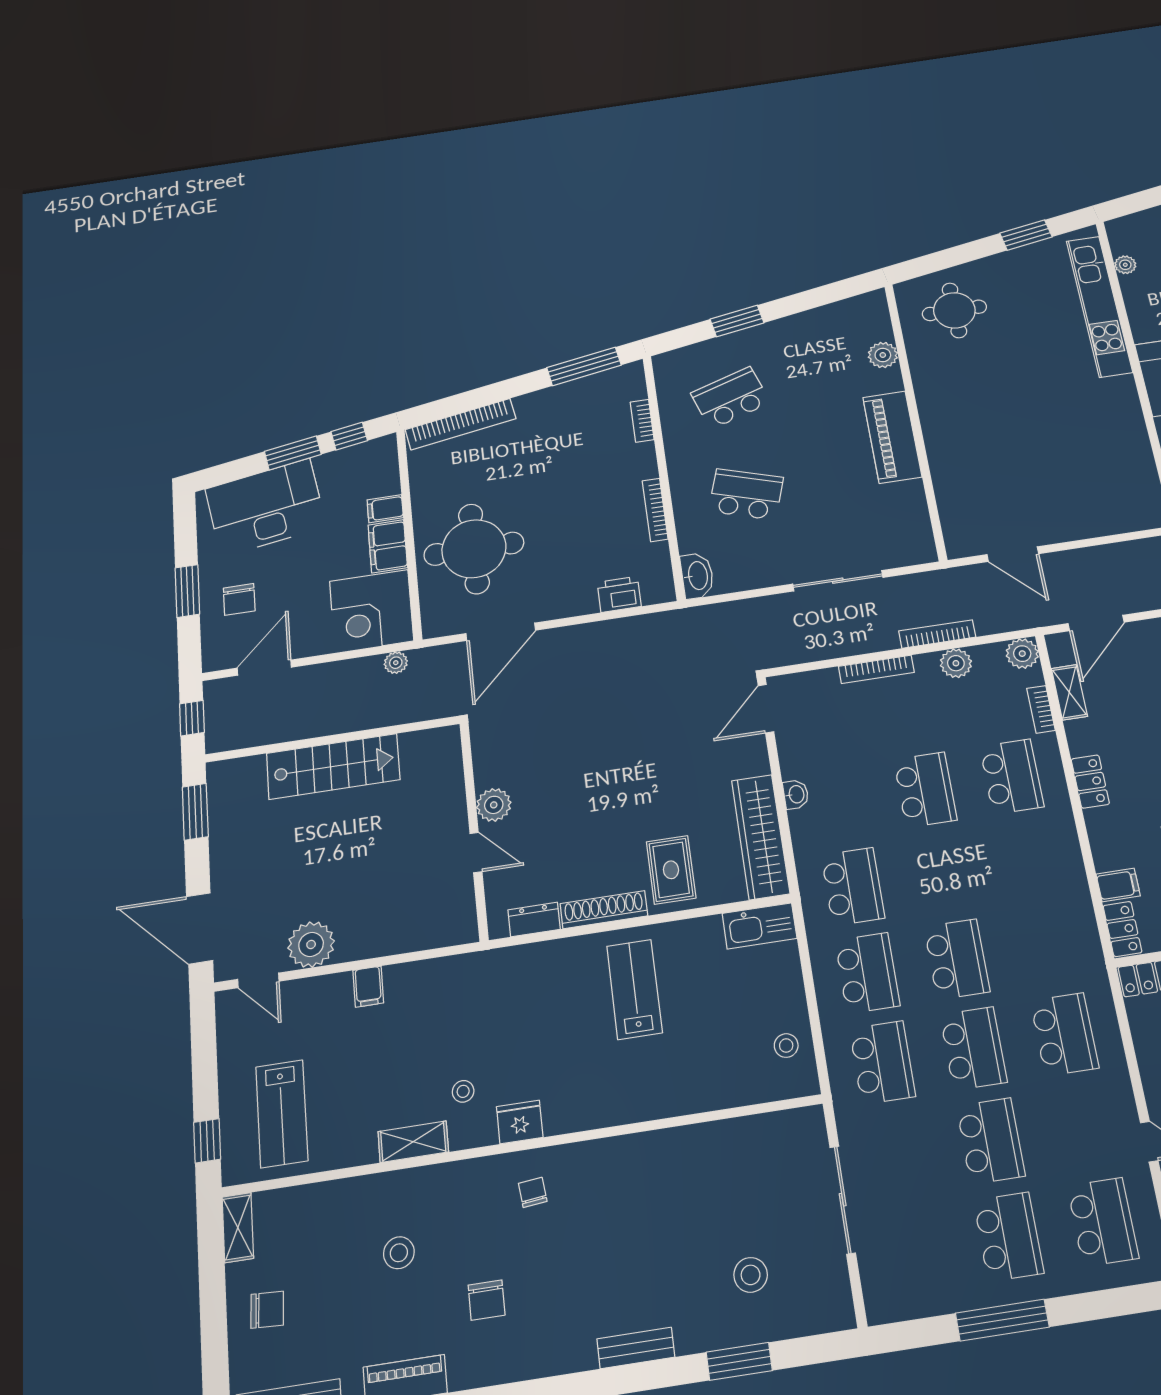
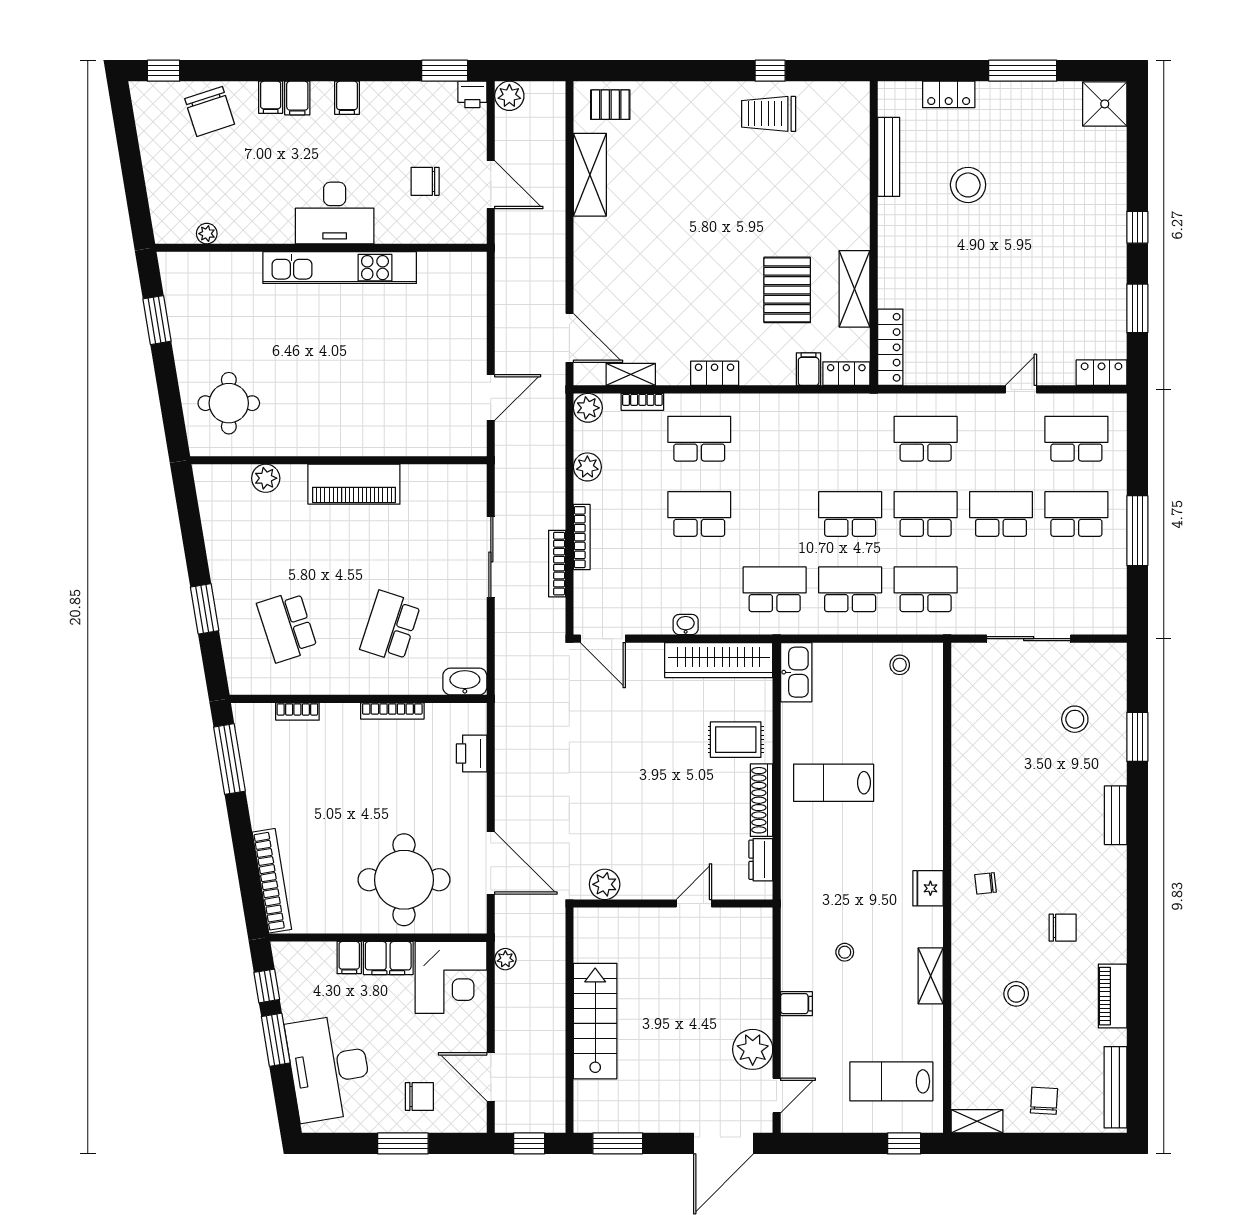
kitchen unit: (1099, 306) -> (340, 268), moved
bookcase: (937, 634) -> (557, 564), moved
plant: (494, 805) -> (605, 884), moved
stool: (463, 1091) -> (845, 952), moved
lab bench: (282, 1114) -> (891, 1081), turned 180

